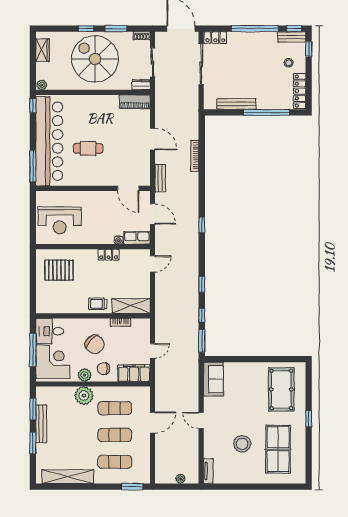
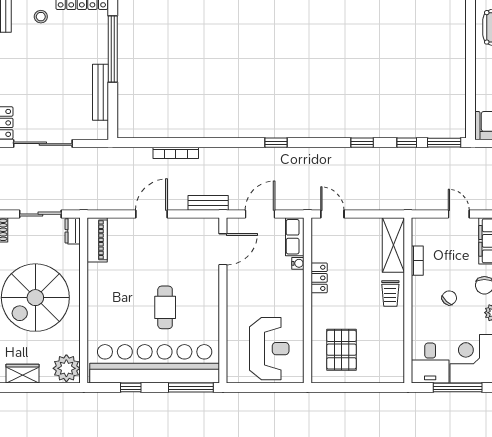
plant: (42, 85) -> (66, 368), width x1.87, depth x1.87
window: (33, 106) -> (131, 388), moved
chair: (95, 344) -> (449, 298), width x0.54, depth x0.54

